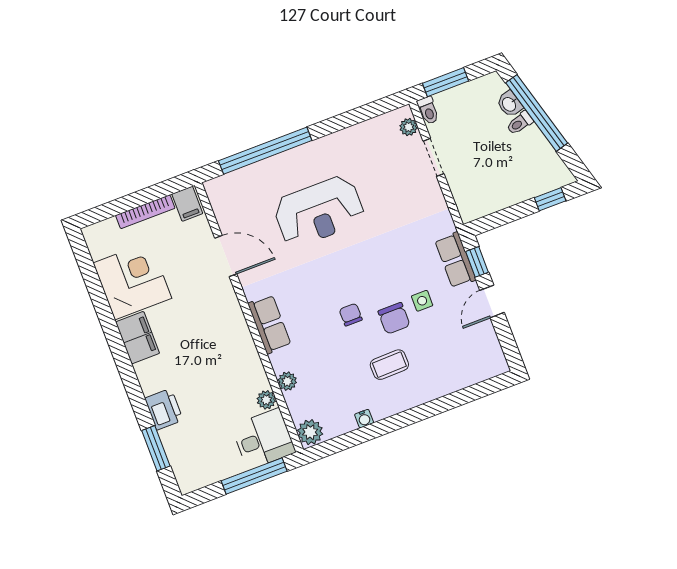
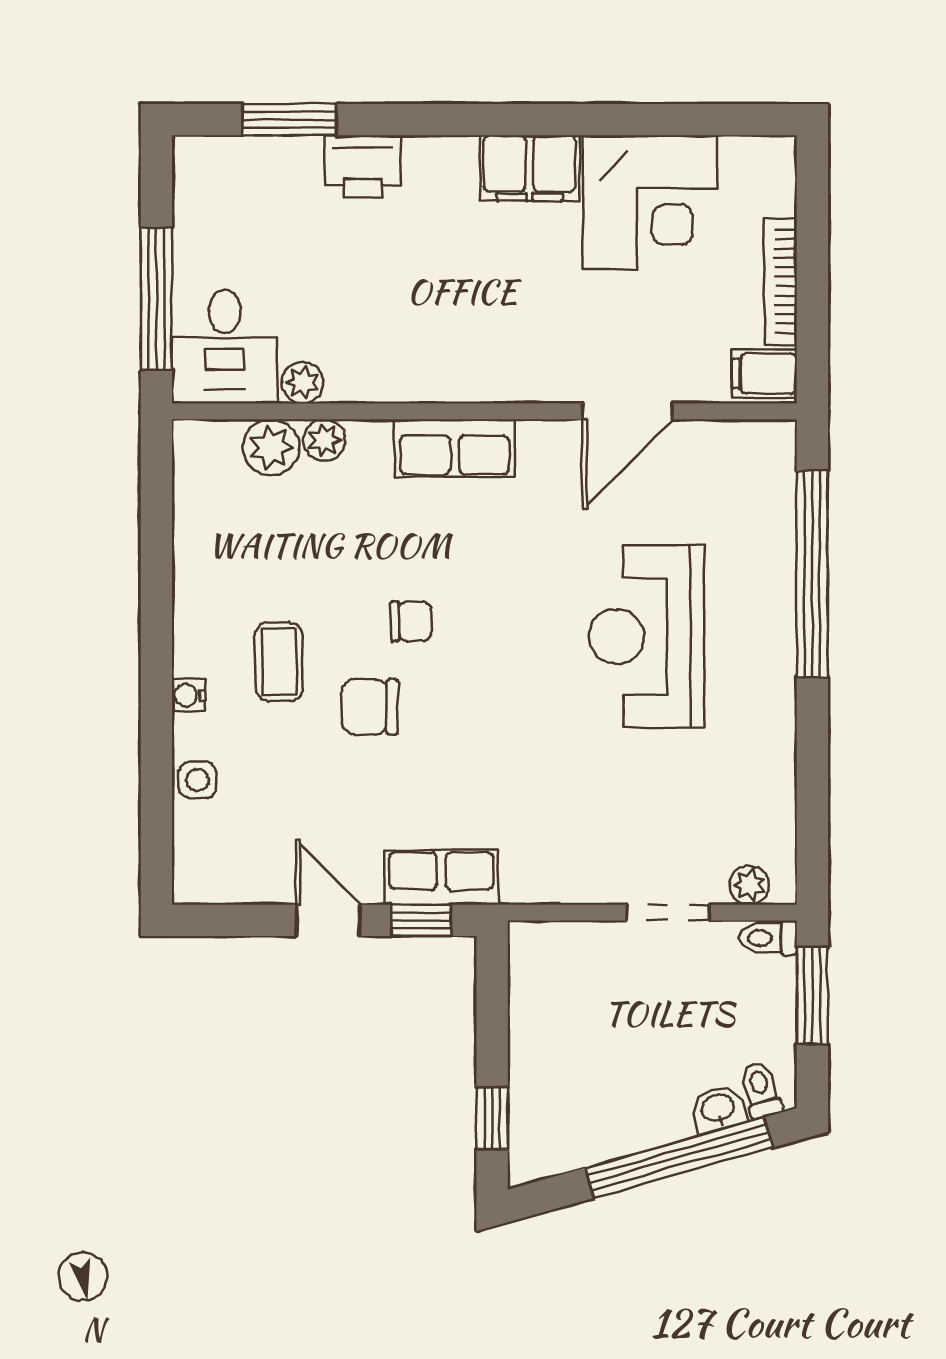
toilet: (520, 123) -> (761, 1090), moved
side table: (422, 301) -> (197, 780), moved
water cooler: (364, 419) -> (188, 695), moved
plant: (310, 432) -> (271, 447), moved

